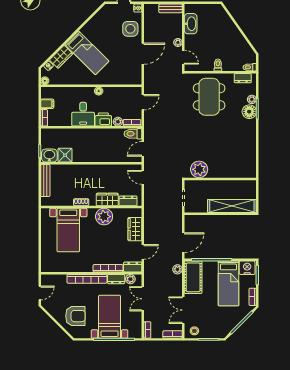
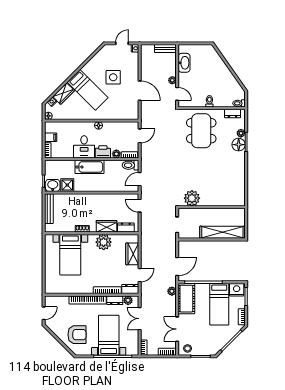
side table: (130, 29) -> (113, 77), moved
door: (143, 54) -> (140, 91), hinge flipped
bathtub: (89, 136) -> (89, 167), added

